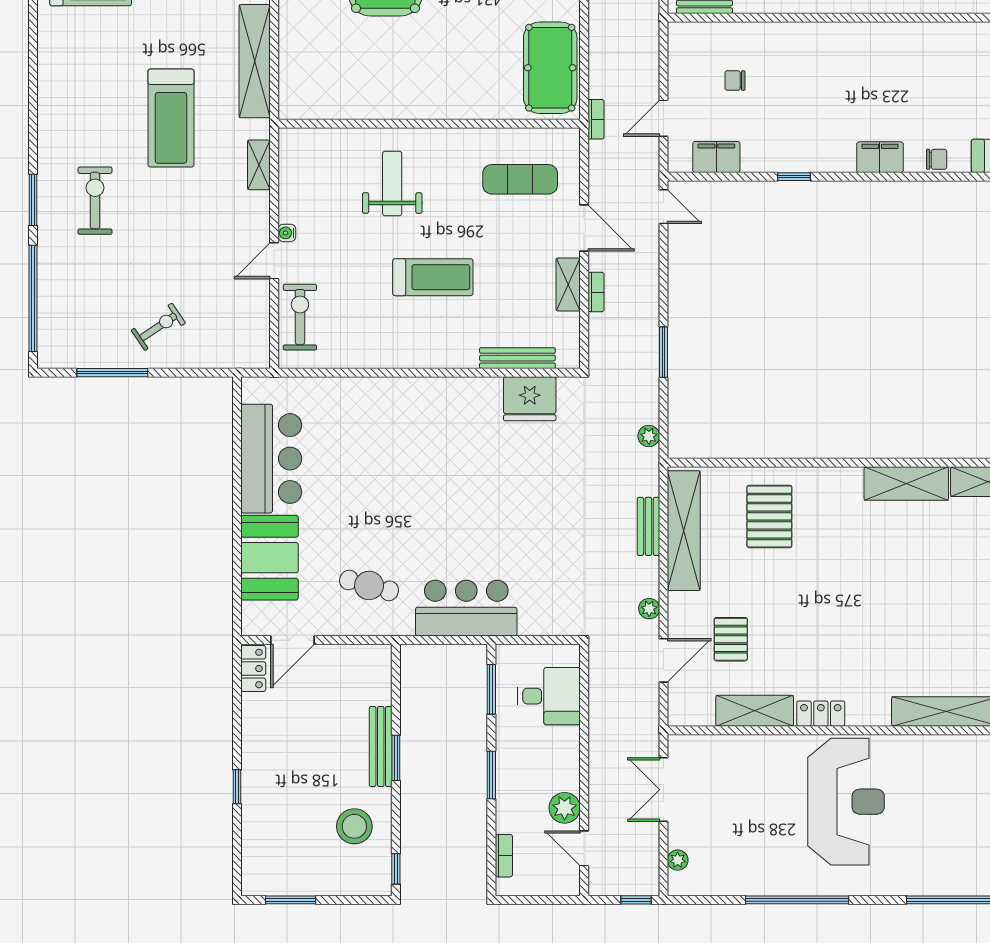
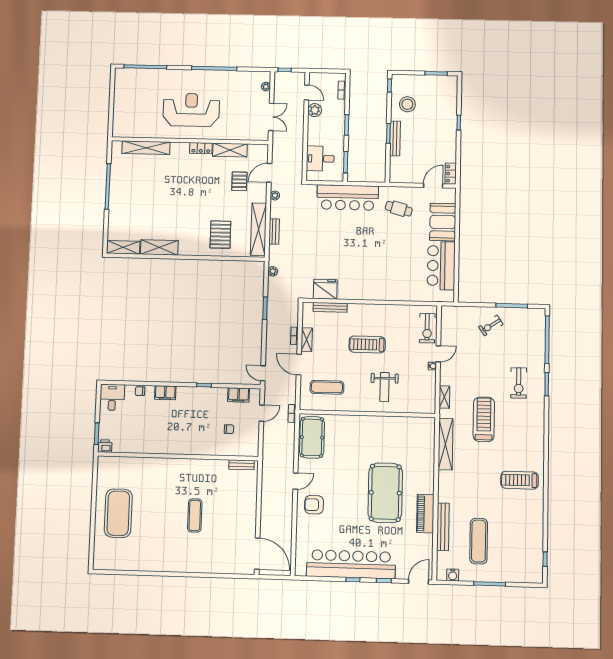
bar counter: (466, 608) -> (348, 198), width x1.36
reception desk: (846, 802) -> (191, 110), turned 90

